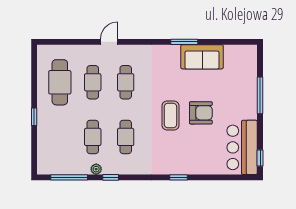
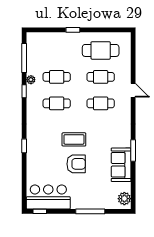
plant: (244, 53) -> (124, 199), added
armchair: (201, 113) -> (76, 164), turned -90

